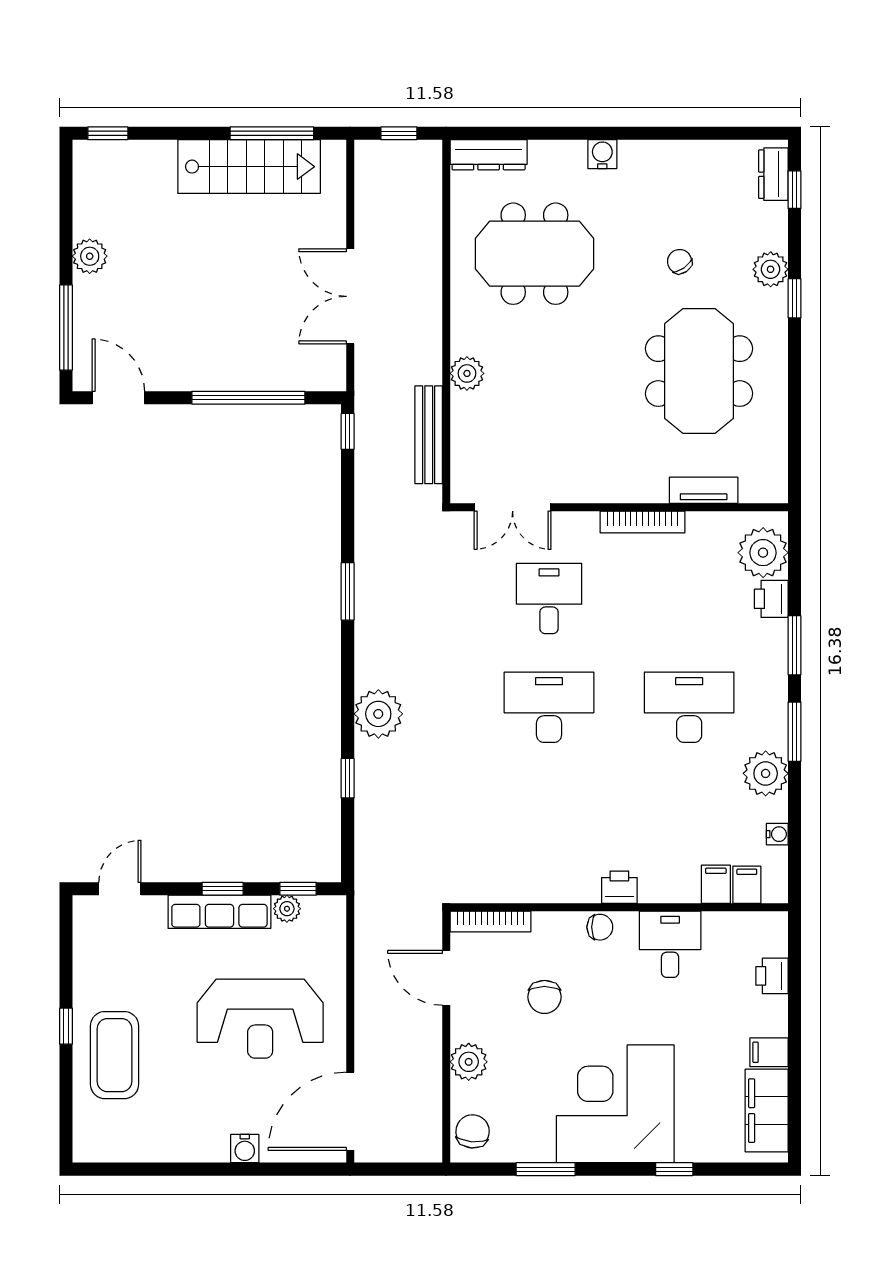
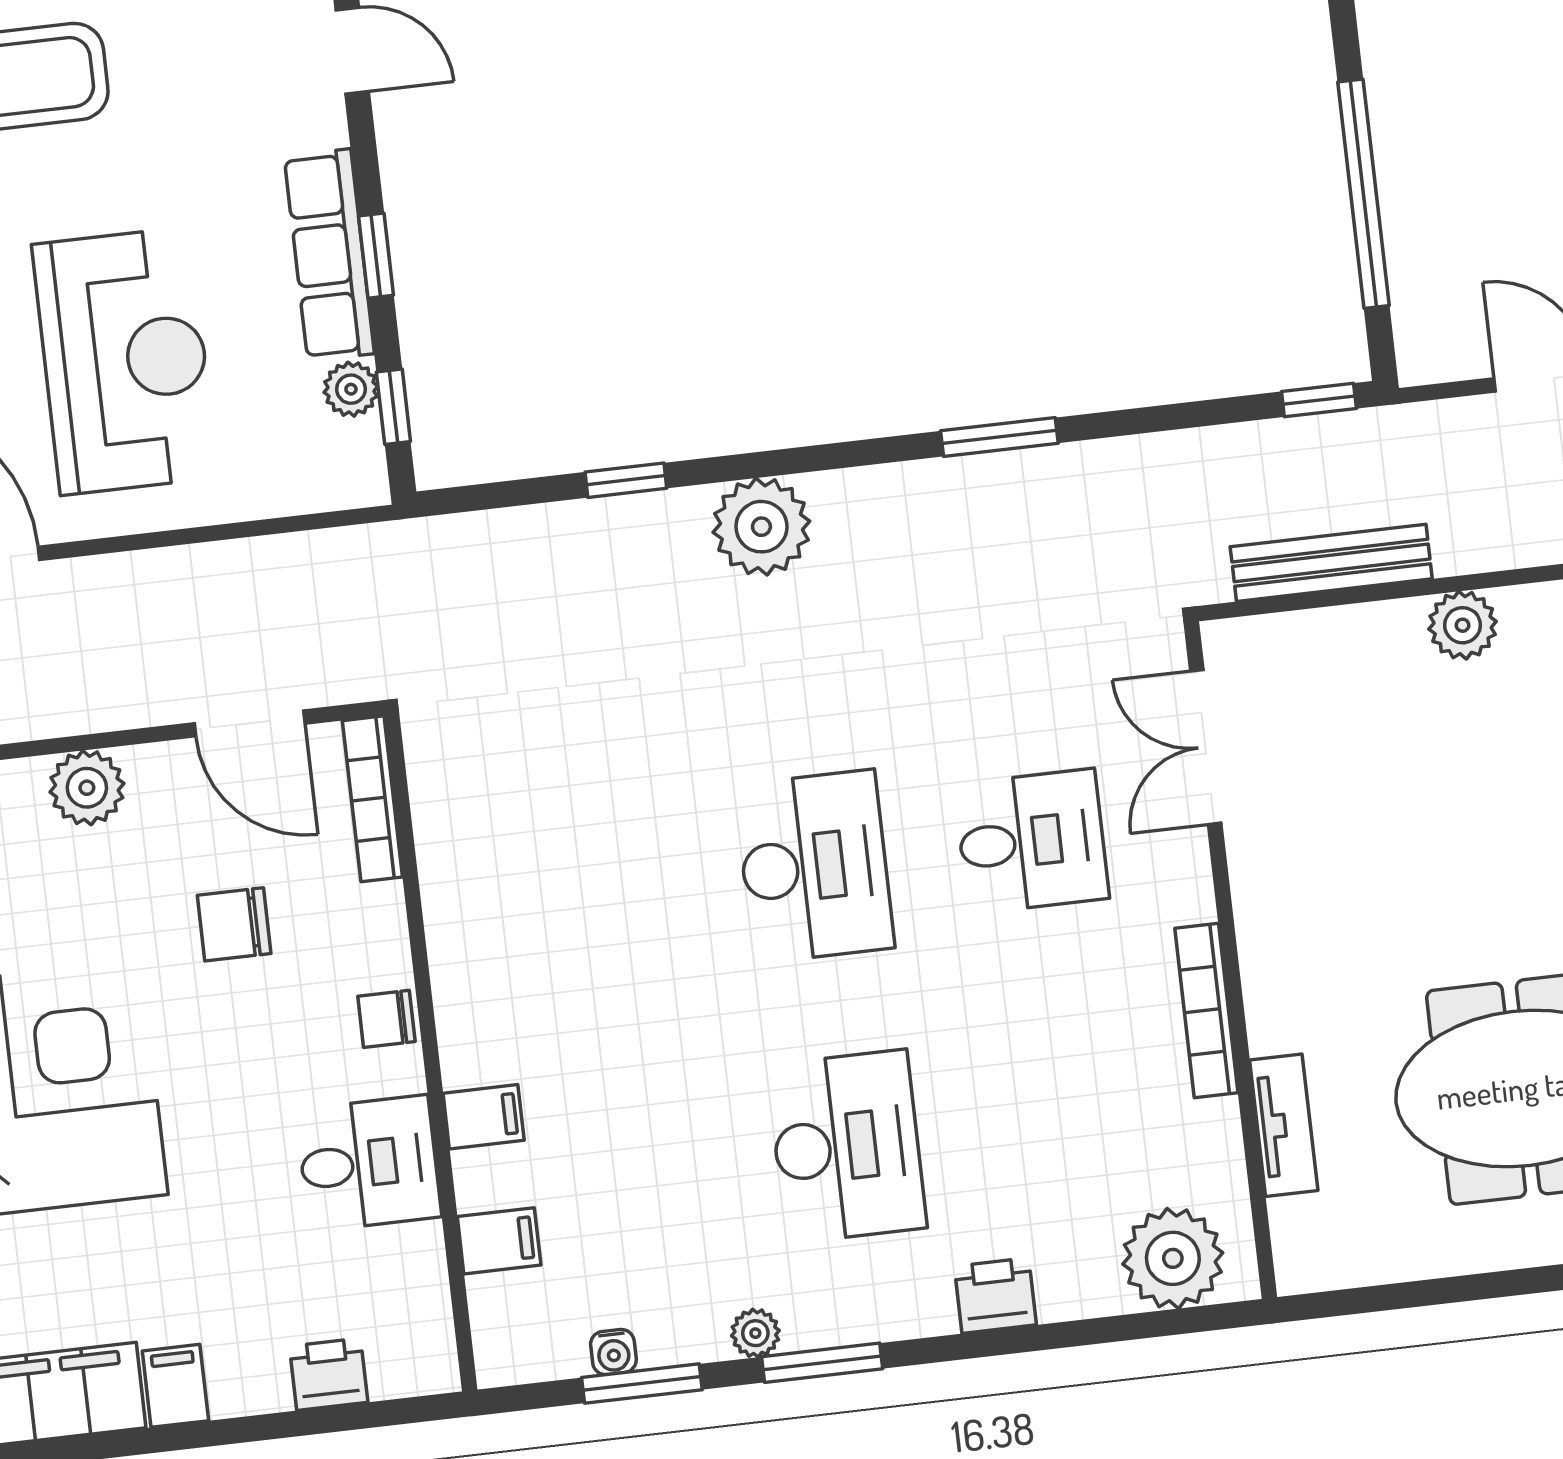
printer: (771, 599) -> (995, 1296), moved
window: (794, 645) -> (642, 1384), moved
plant: (766, 773) -> (755, 1333), width x0.53, depth x0.53
filing cabinet: (747, 885) -> (484, 1117), moved
printer: (619, 887) -> (471, 1049), removed
chair: (600, 927) -> (386, 1019), turned 90
door: (446, 978) -> (250, 723), swing flipped
reception desk: (260, 1019) -> (125, 361), turned 180

